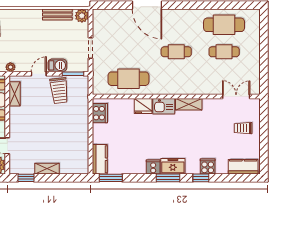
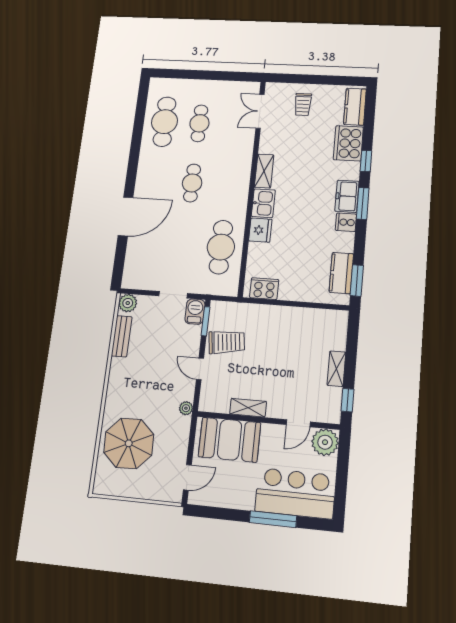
barbecue: (57, 65) -> (195, 312), moved
shelving: (15, 94) -> (248, 408), moved
kitchen counter: (100, 159) -> (341, 273), moved, turned -90
cooker: (208, 166) -> (348, 143), width x1.87, depth x1.31

